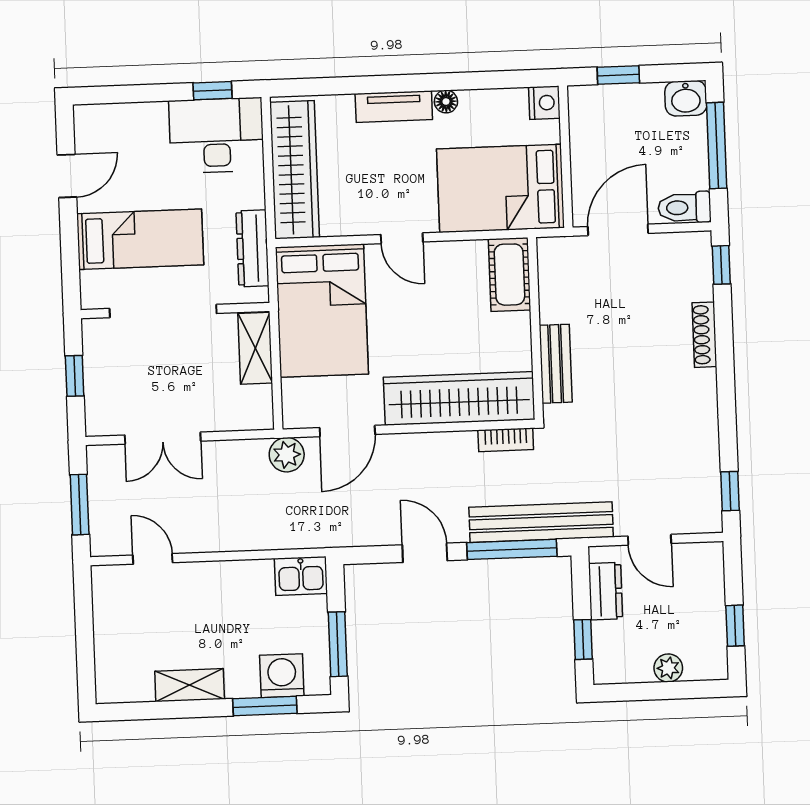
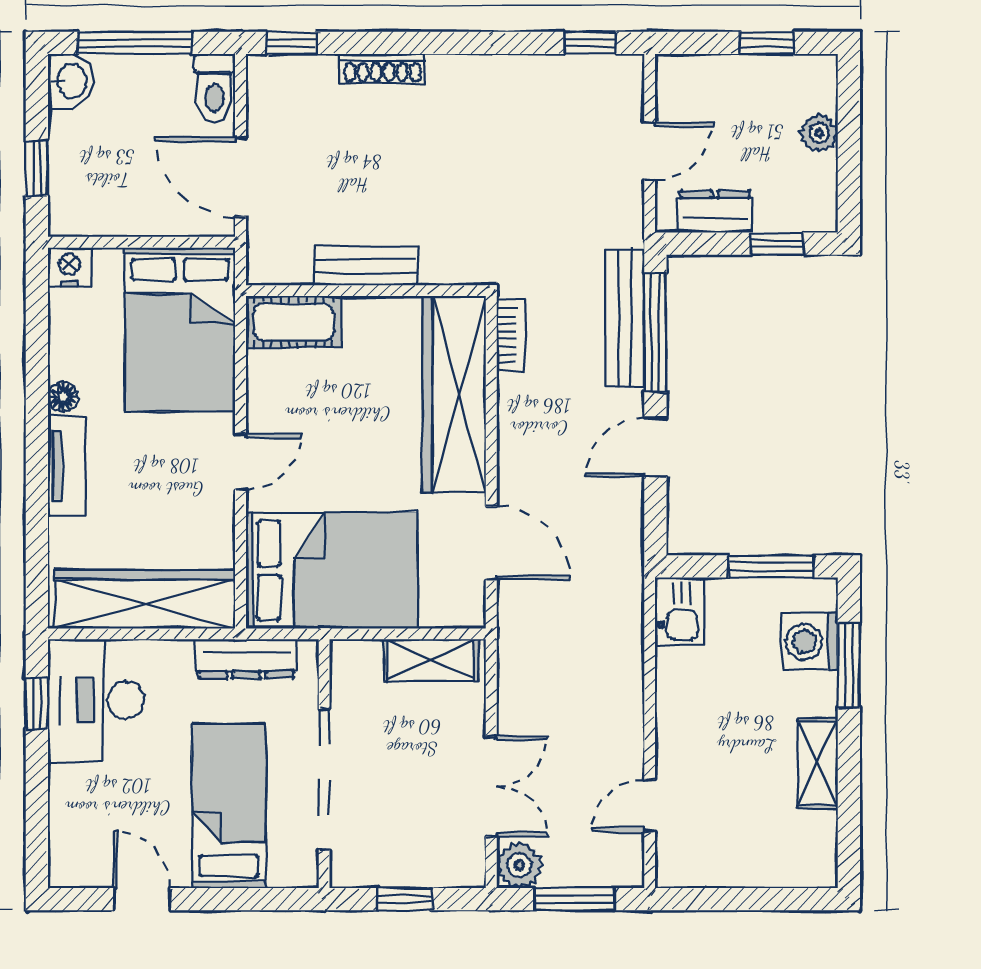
shelving: (255, 348) -> (431, 660), moved
bench: (556, 364) -> (366, 266), moved
plant: (287, 455) -> (519, 865), moved
bench: (541, 522) -> (625, 318), width x0.73, depth x0.82

